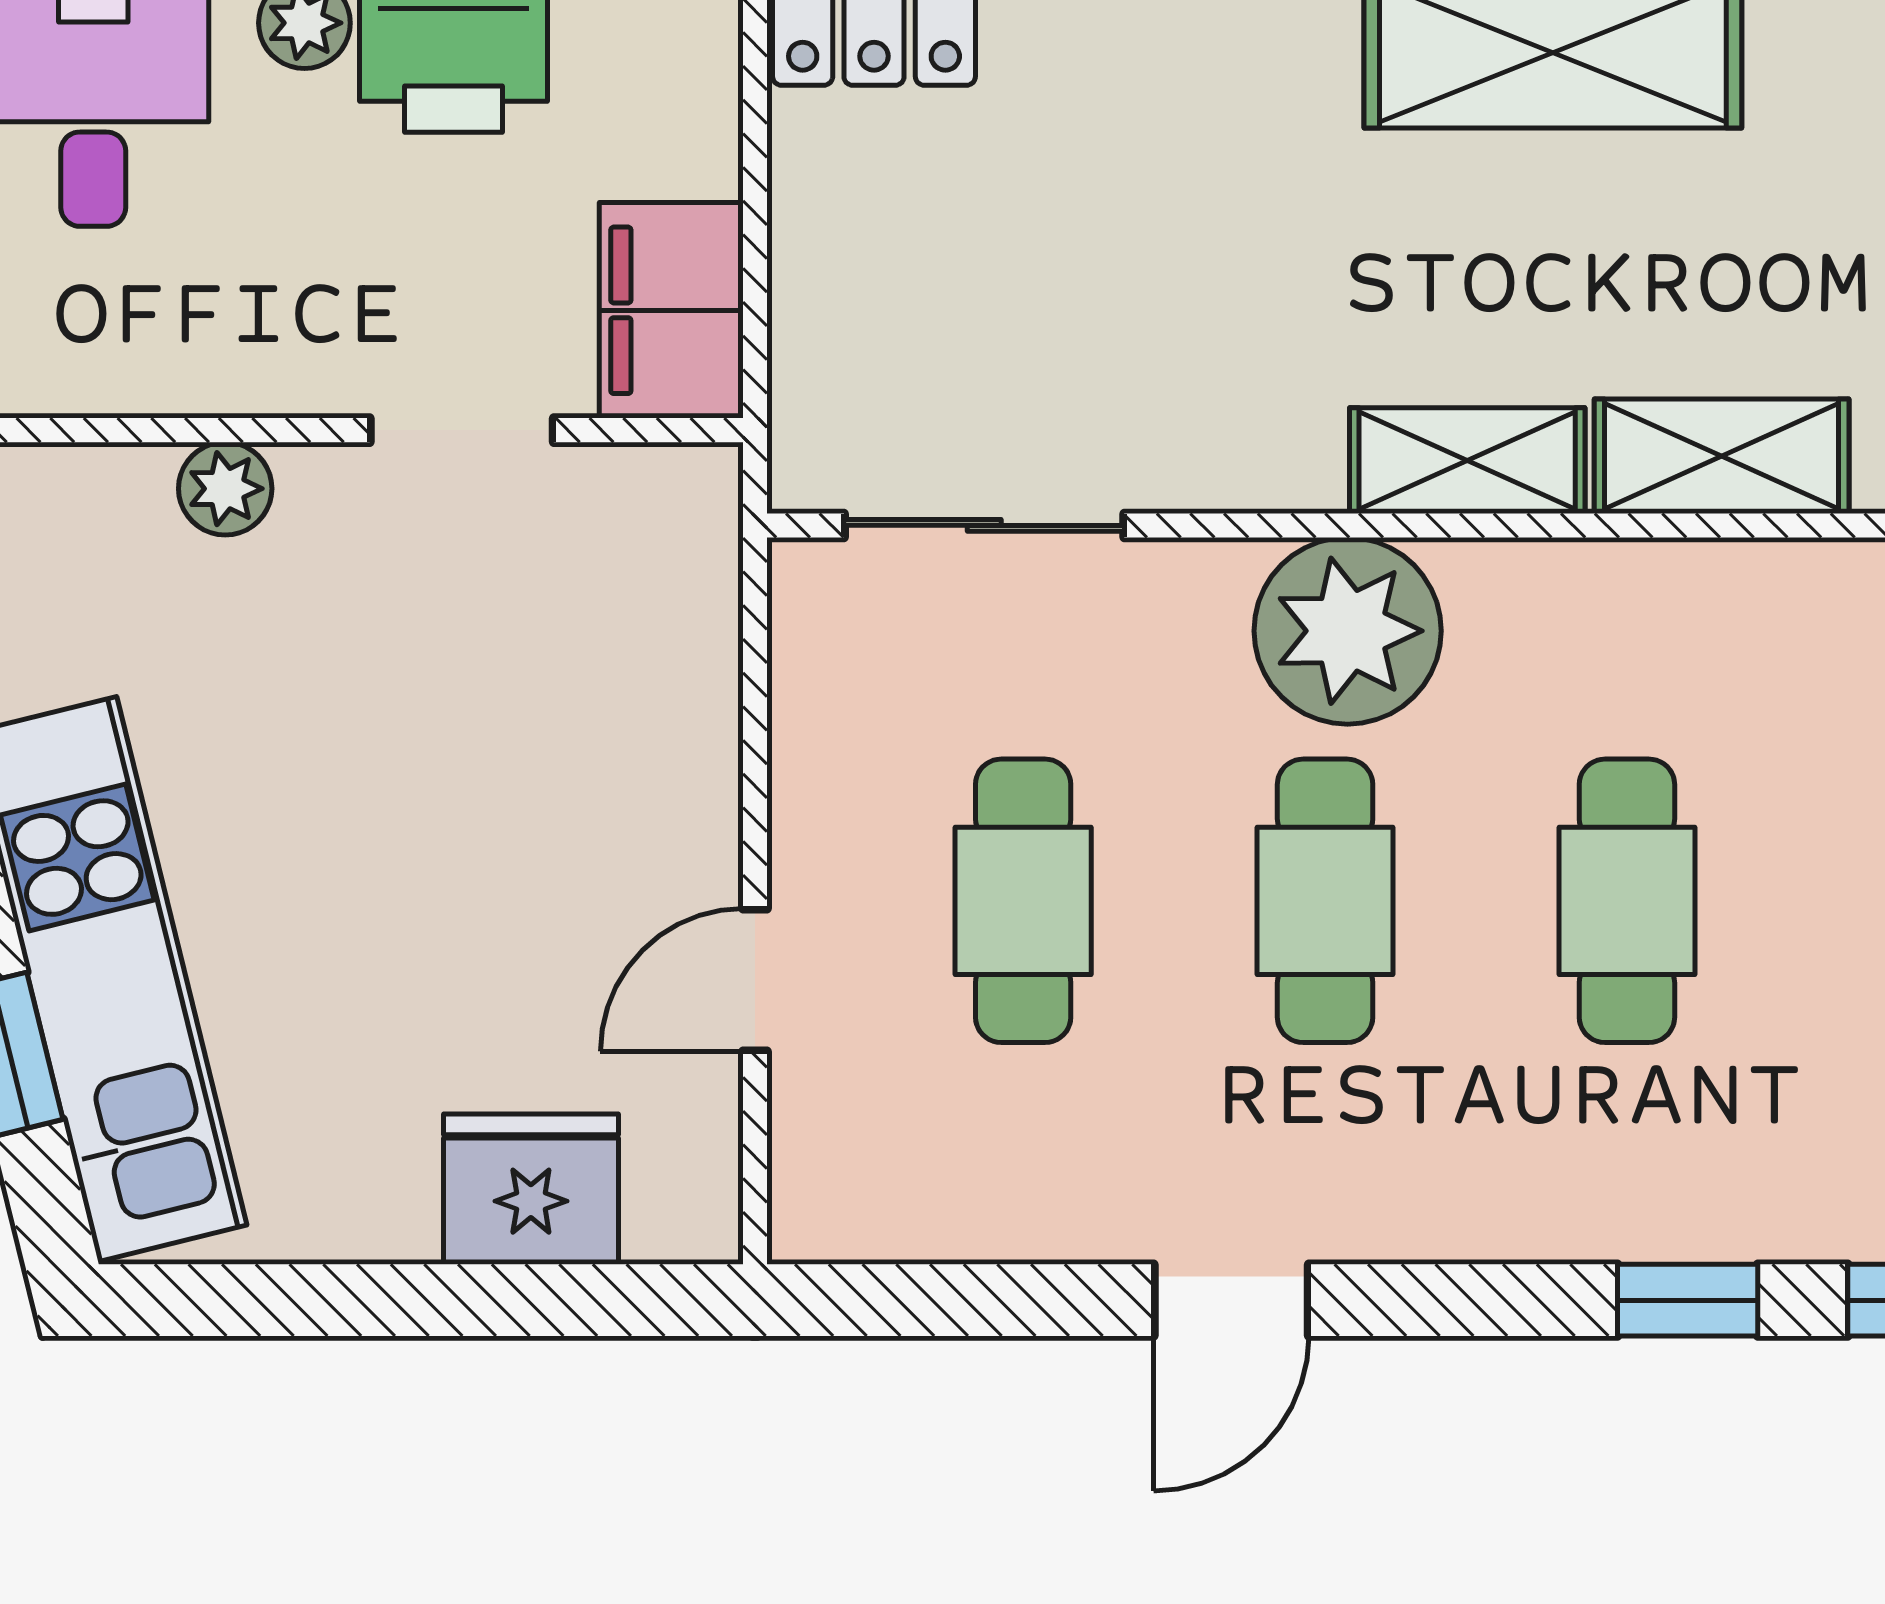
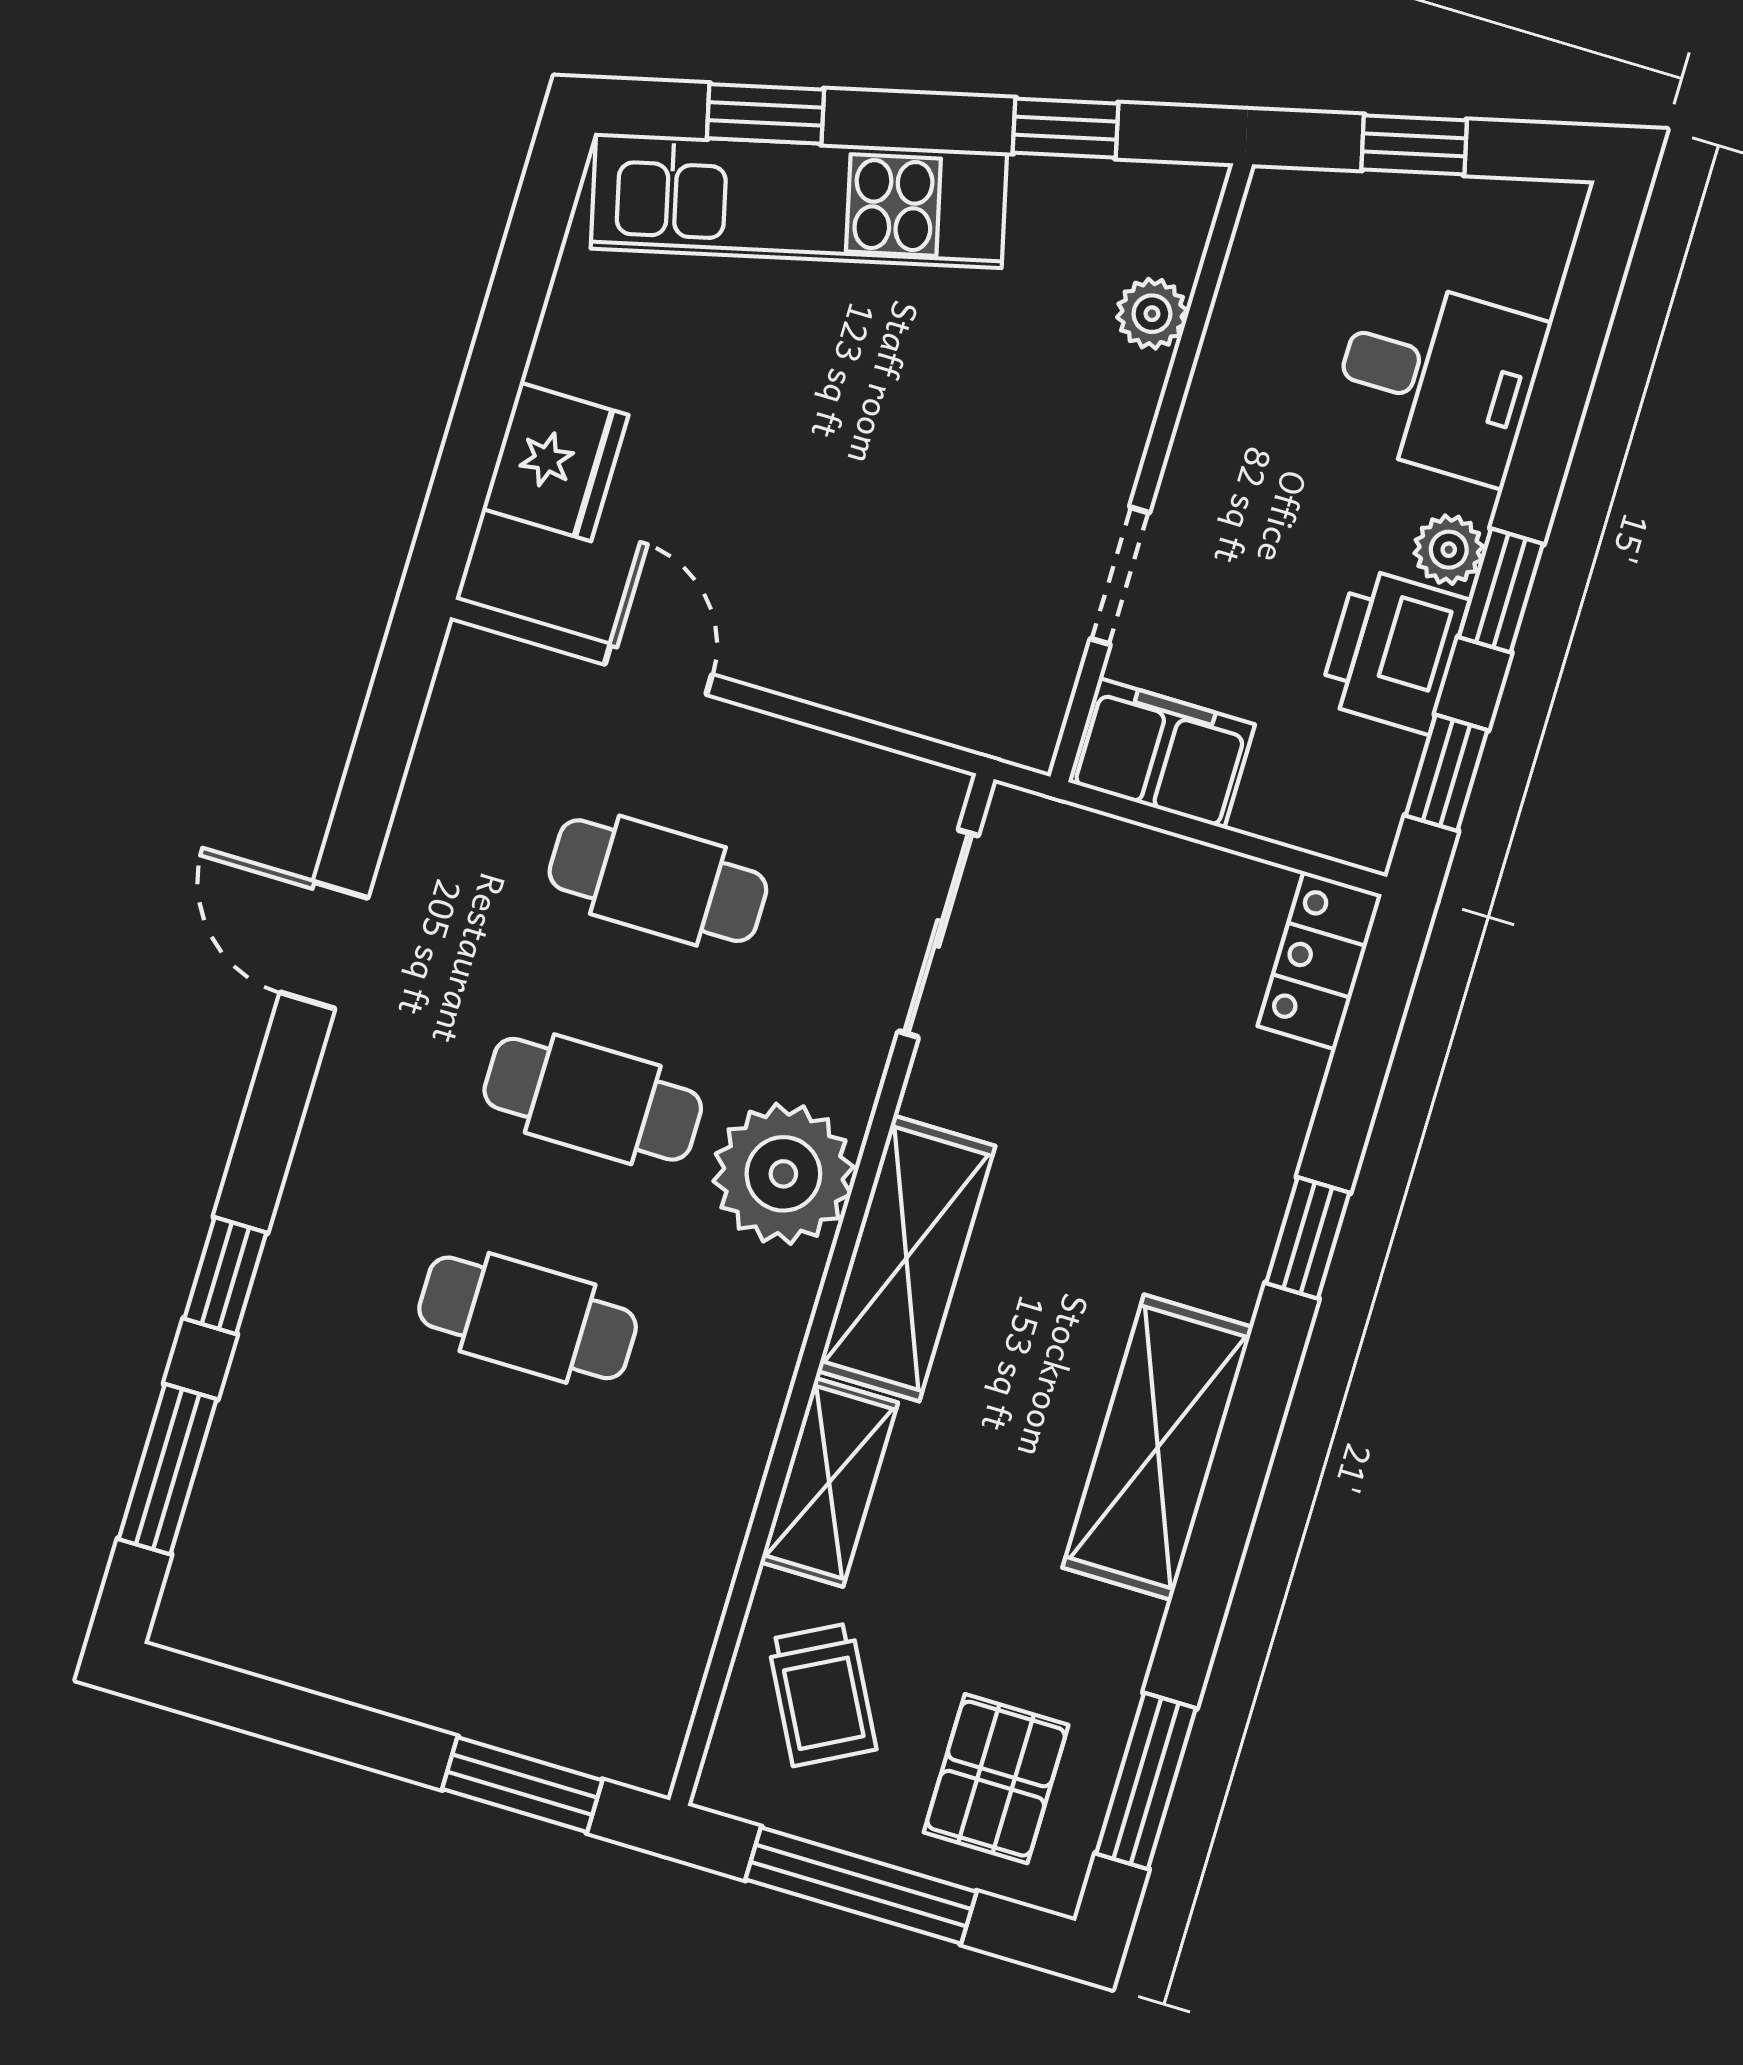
shelving: (1467, 461) -> (906, 1258), width x1.50, depth x1.33
plant: (225, 489) -> (1152, 314), moved

